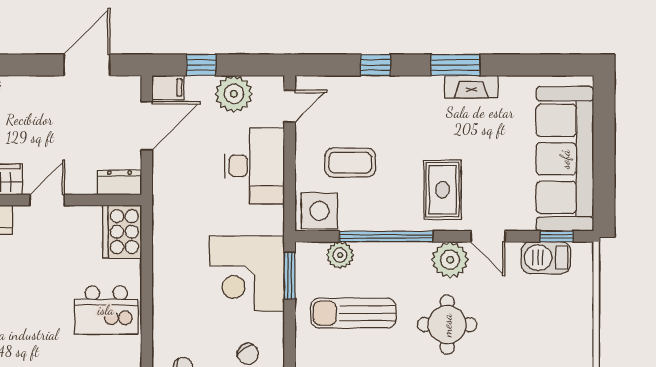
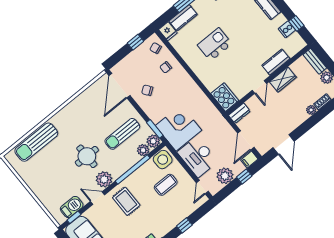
plant: (310, 256) -> (153, 141), added
corner desk: (247, 274) -> (178, 128), moved
kitchen island: (106, 310) -> (215, 44), moved
sun lounger: (353, 313) -> (122, 134), turned 180

